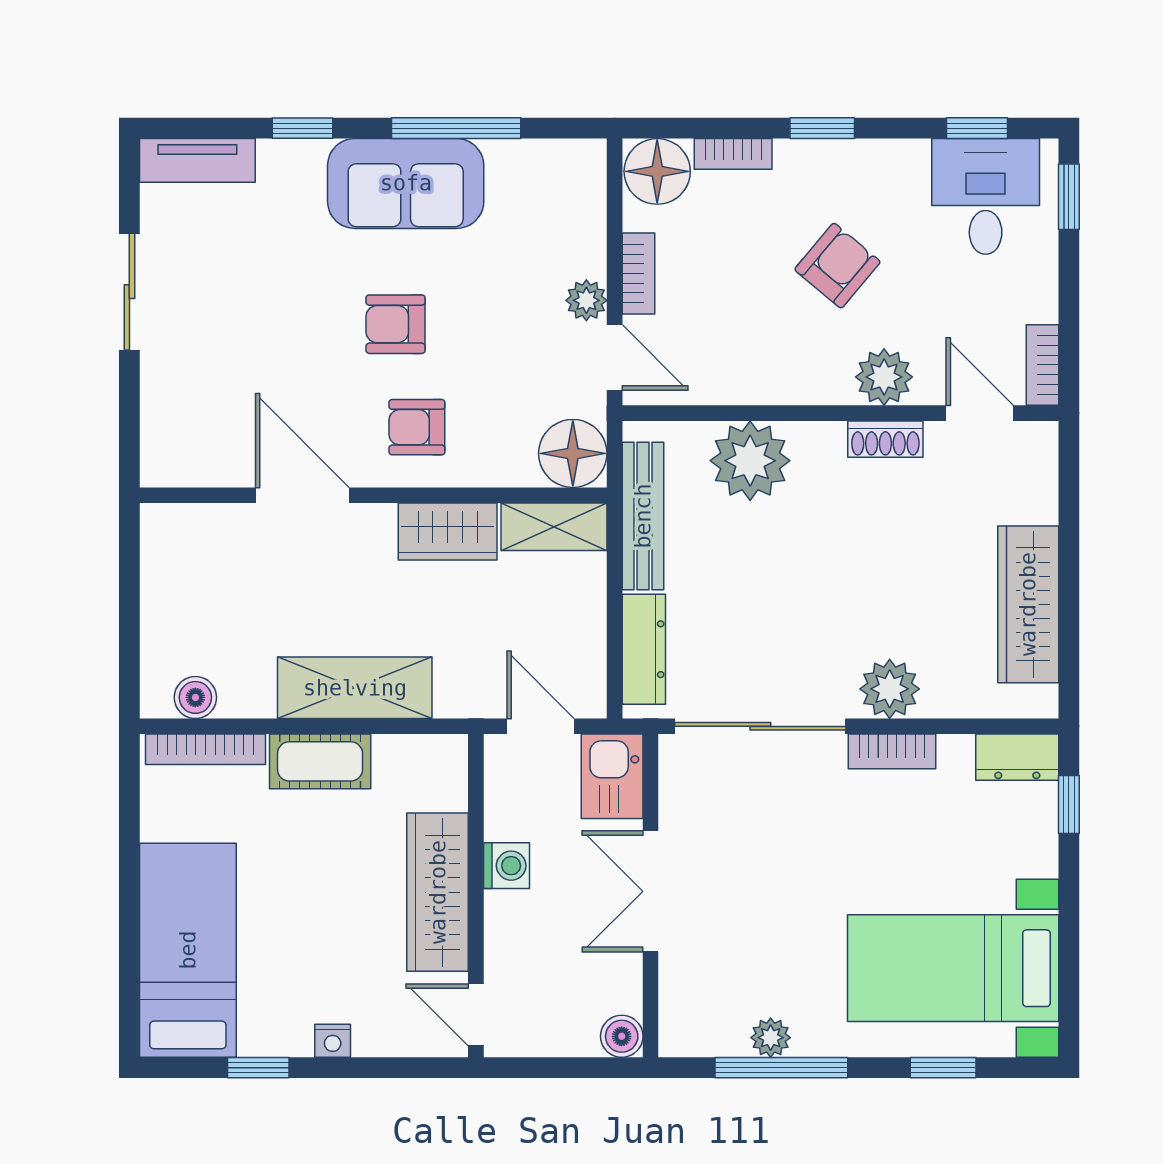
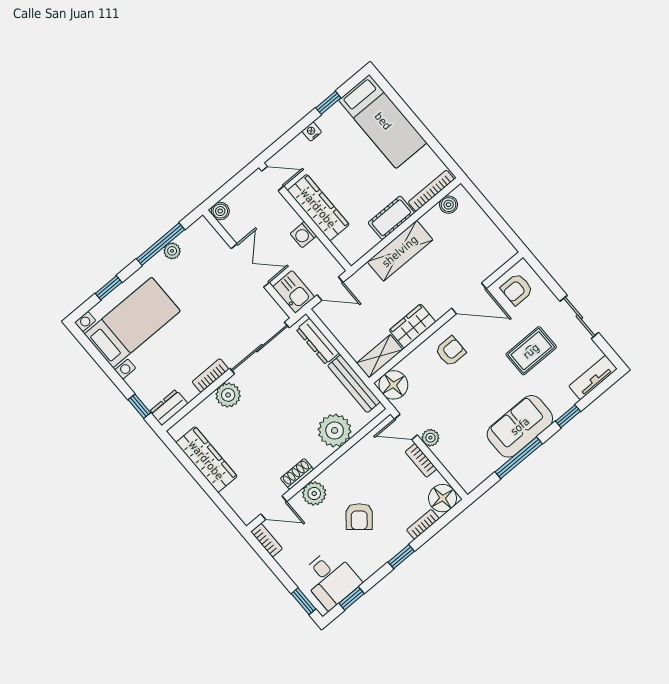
rug: (269, 304) -> (531, 351), added
armchair: (396, 324) -> (517, 289), moved, turned 180

